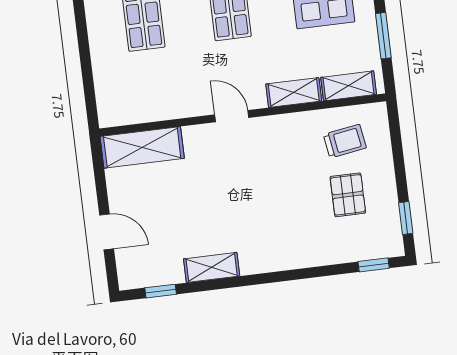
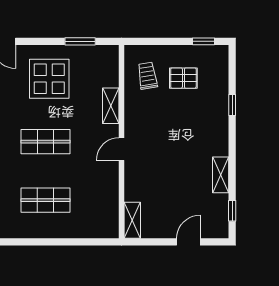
shelving: (349, 86) -> (111, 69), removed
shelving: (142, 147) -> (132, 220), width x0.67, depth x0.75
window: (374, 265) -> (232, 105), moved

